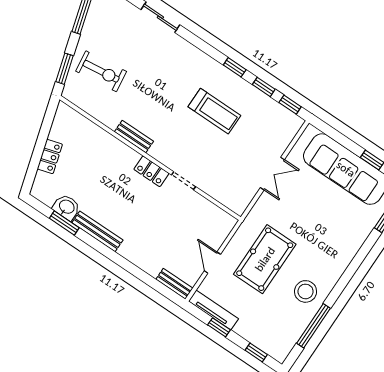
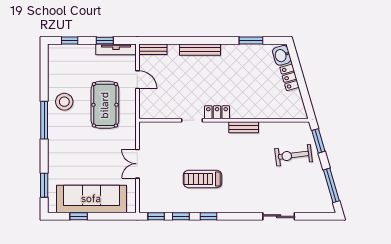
washbasin: (66, 207) -> (282, 55), moved, turned 74
bench: (97, 231) -> (200, 50), moved
window: (313, 326) -> (44, 120), moved

